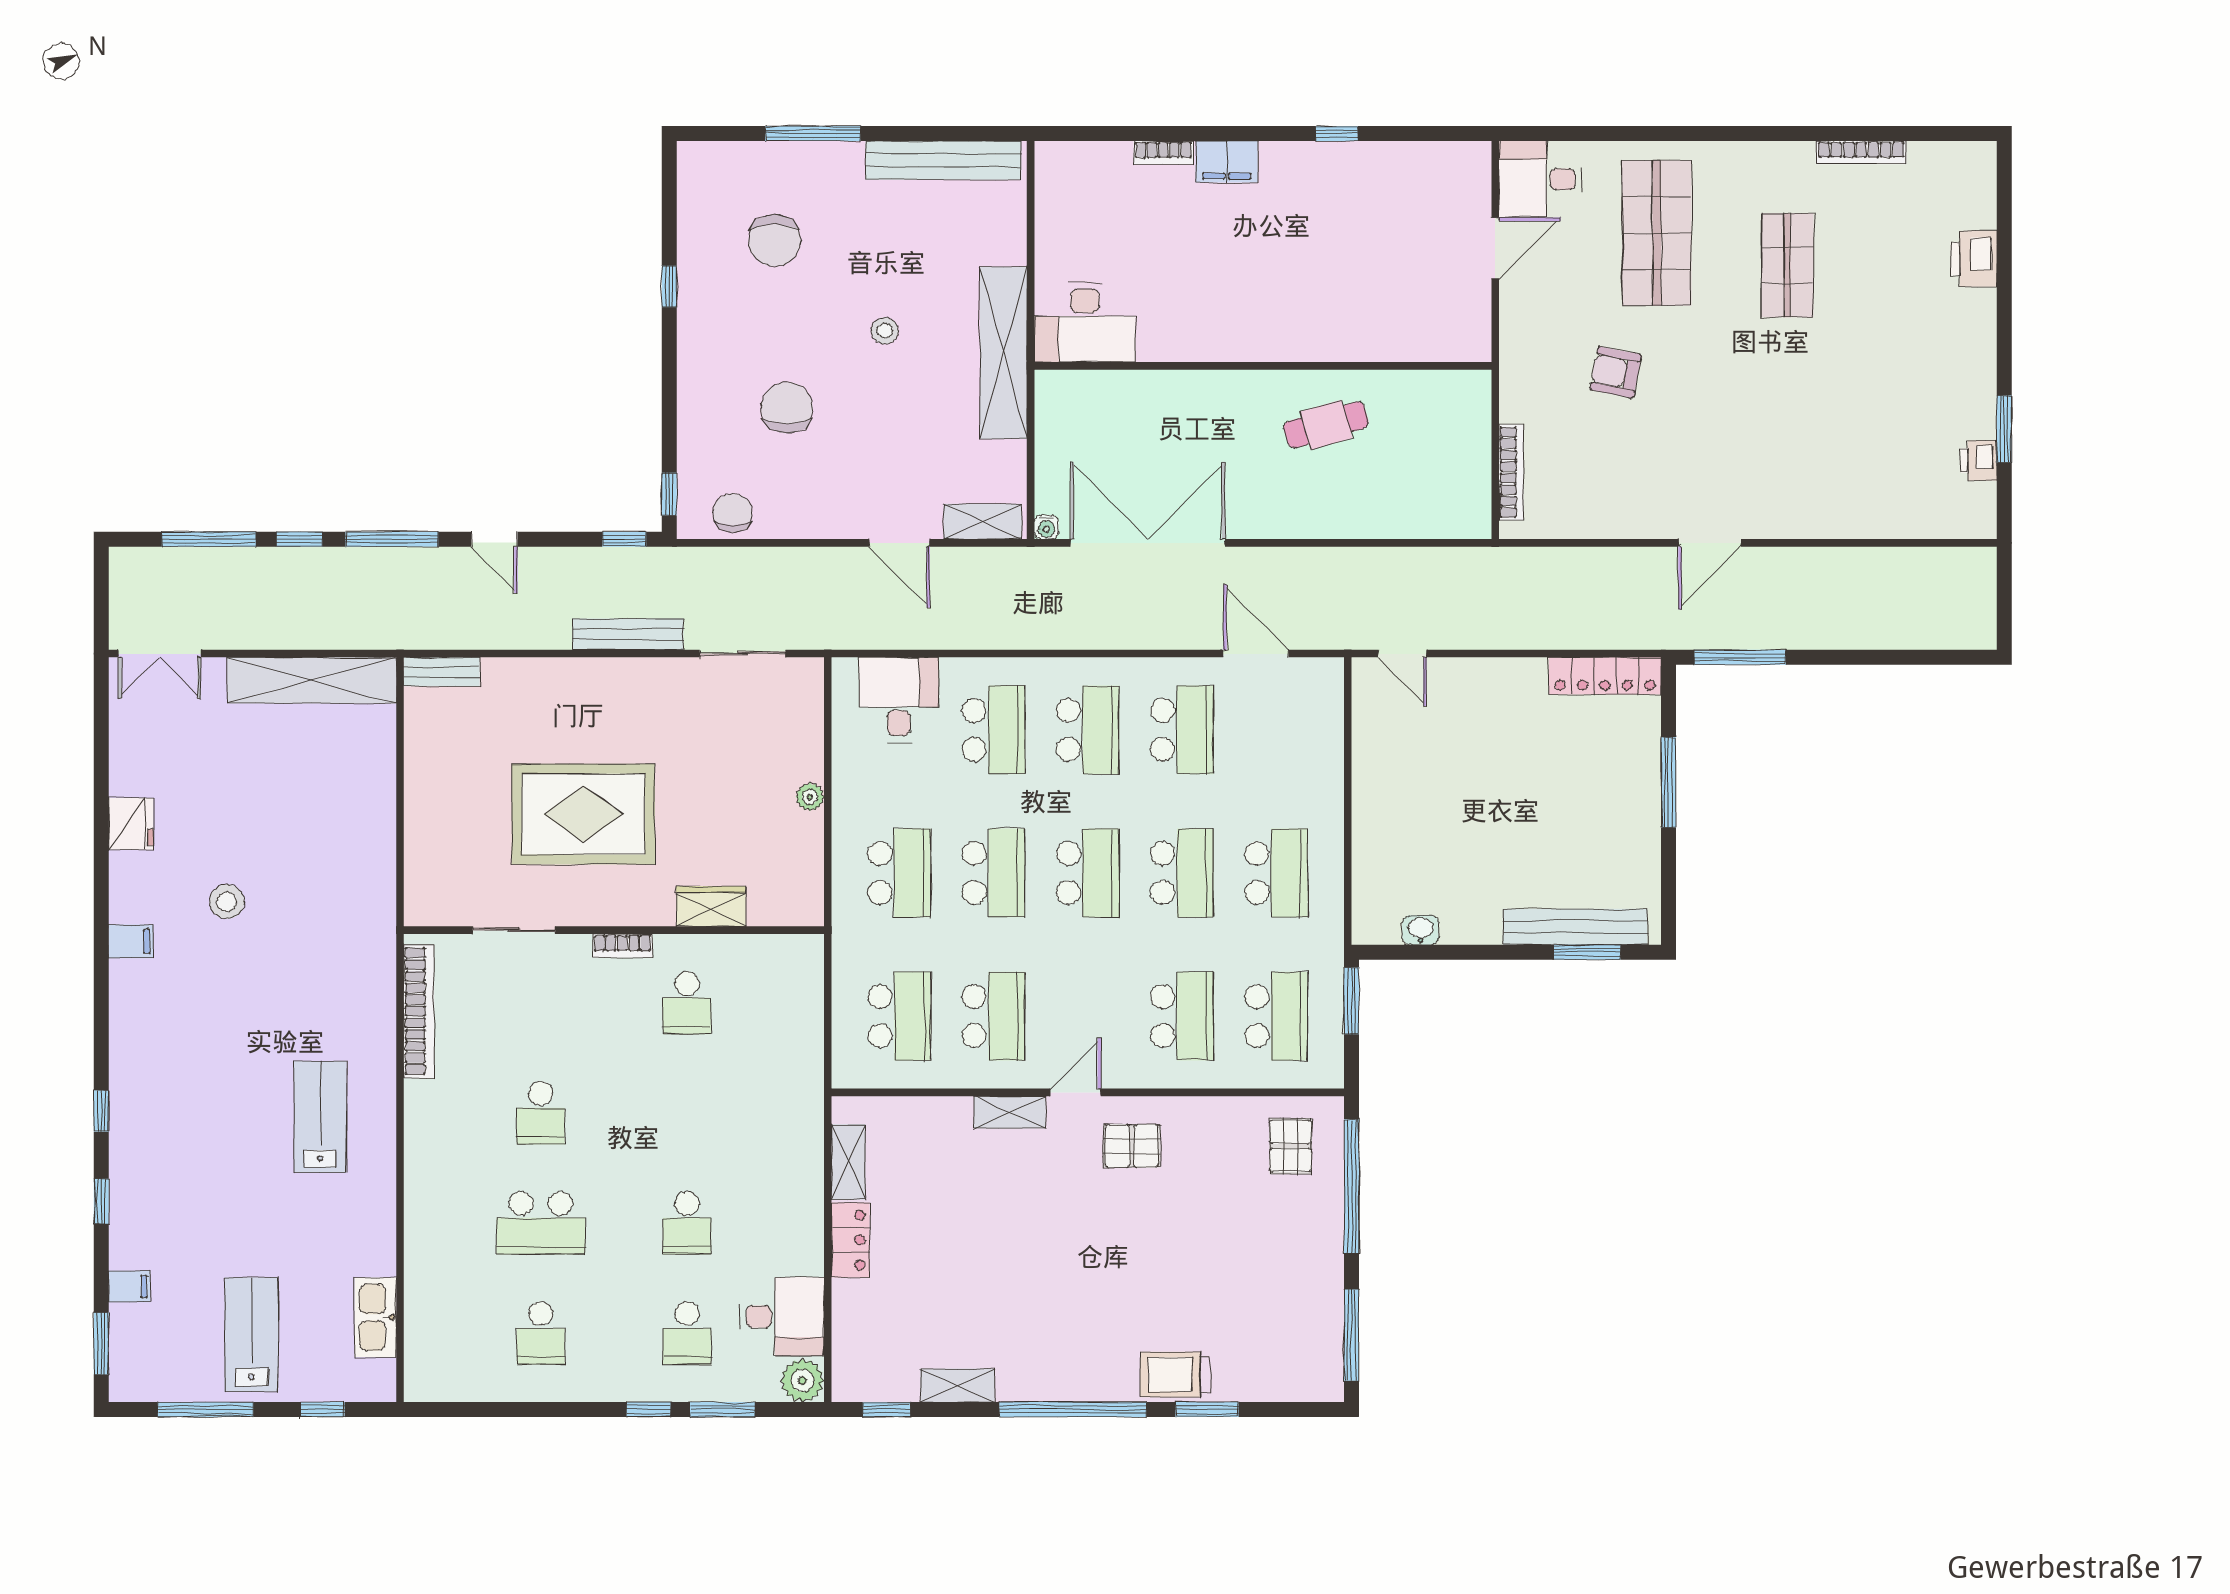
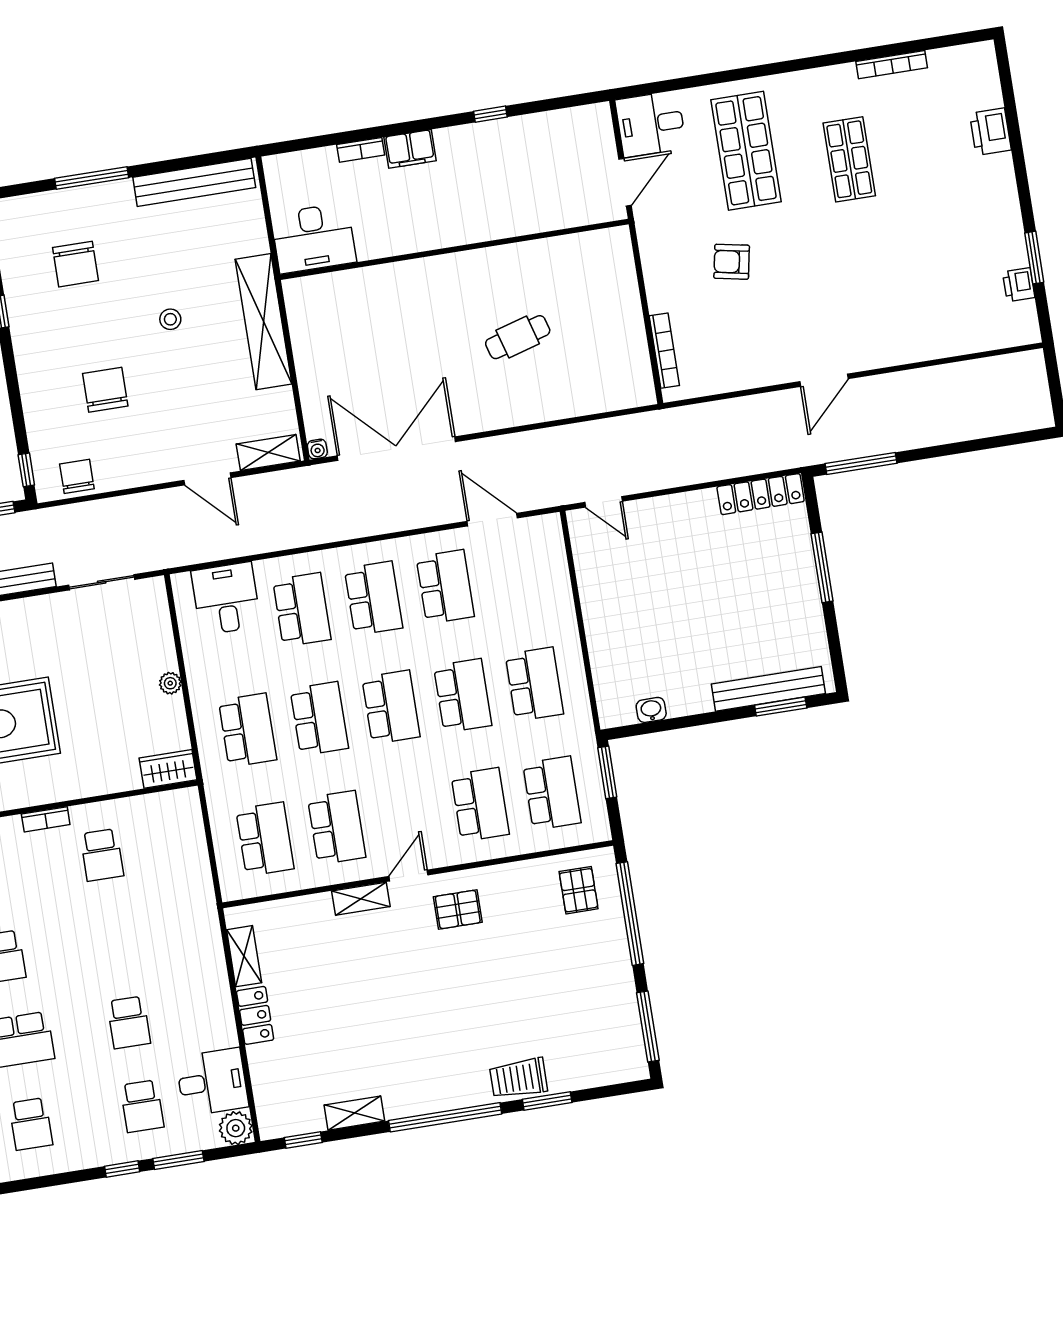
desk: (1085, 322) -> (314, 238), moved
wall: (1263, 366) -> (454, 249), moved
wardrobe: (711, 906) -> (168, 769), moved

